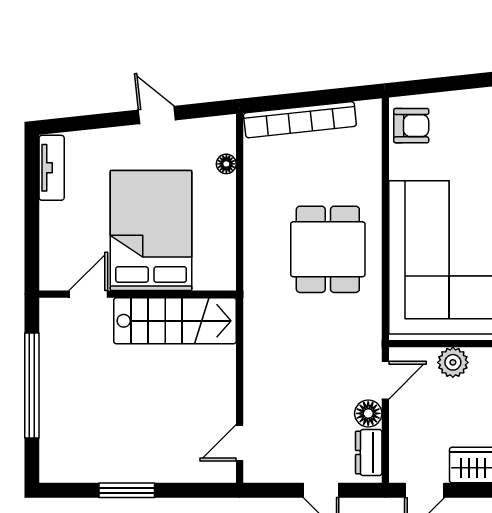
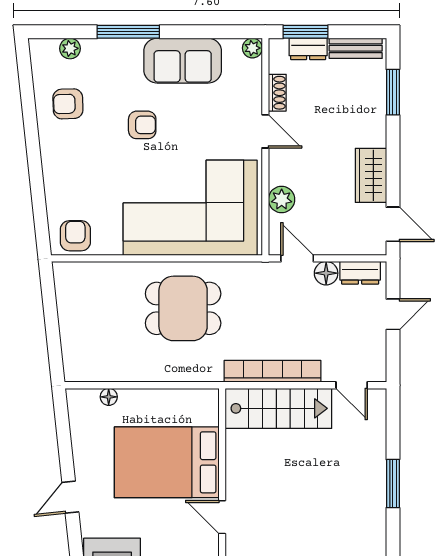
door: (157, 115) -> (70, 497), moved
bookcase: (300, 120) -> (272, 371), moved, turned -84
stairs: (175, 321) -> (278, 408), moved, turned 90

